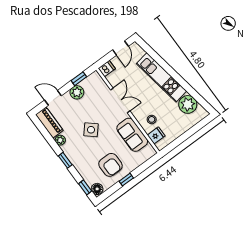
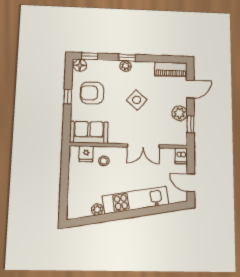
plant: (188, 104) -> (97, 209), width x0.53, depth x0.53
sofa: (132, 135) -> (89, 132), moved
plant: (60, 140) -> (126, 66), moved

